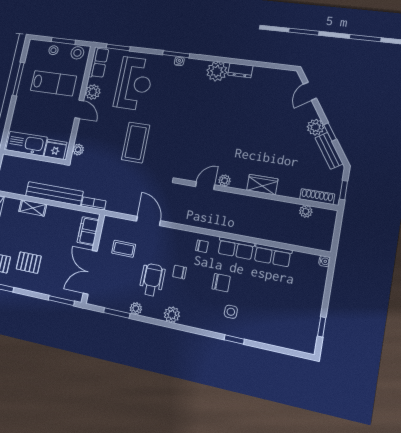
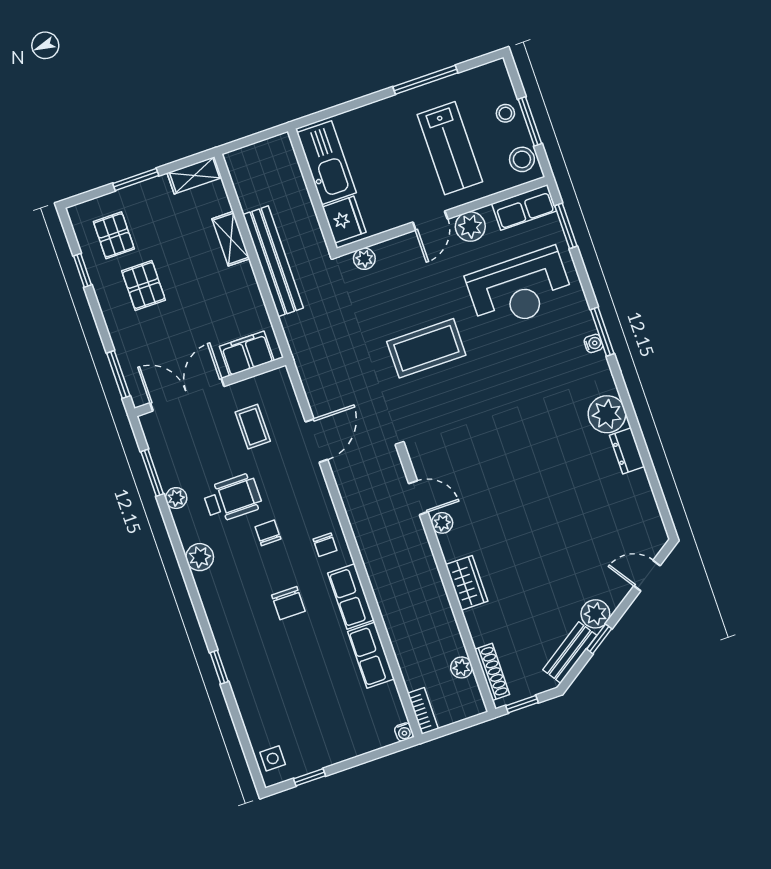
bookcase: (94, 203) -> (423, 711), moved
side table: (231, 312) -> (273, 758), moved

